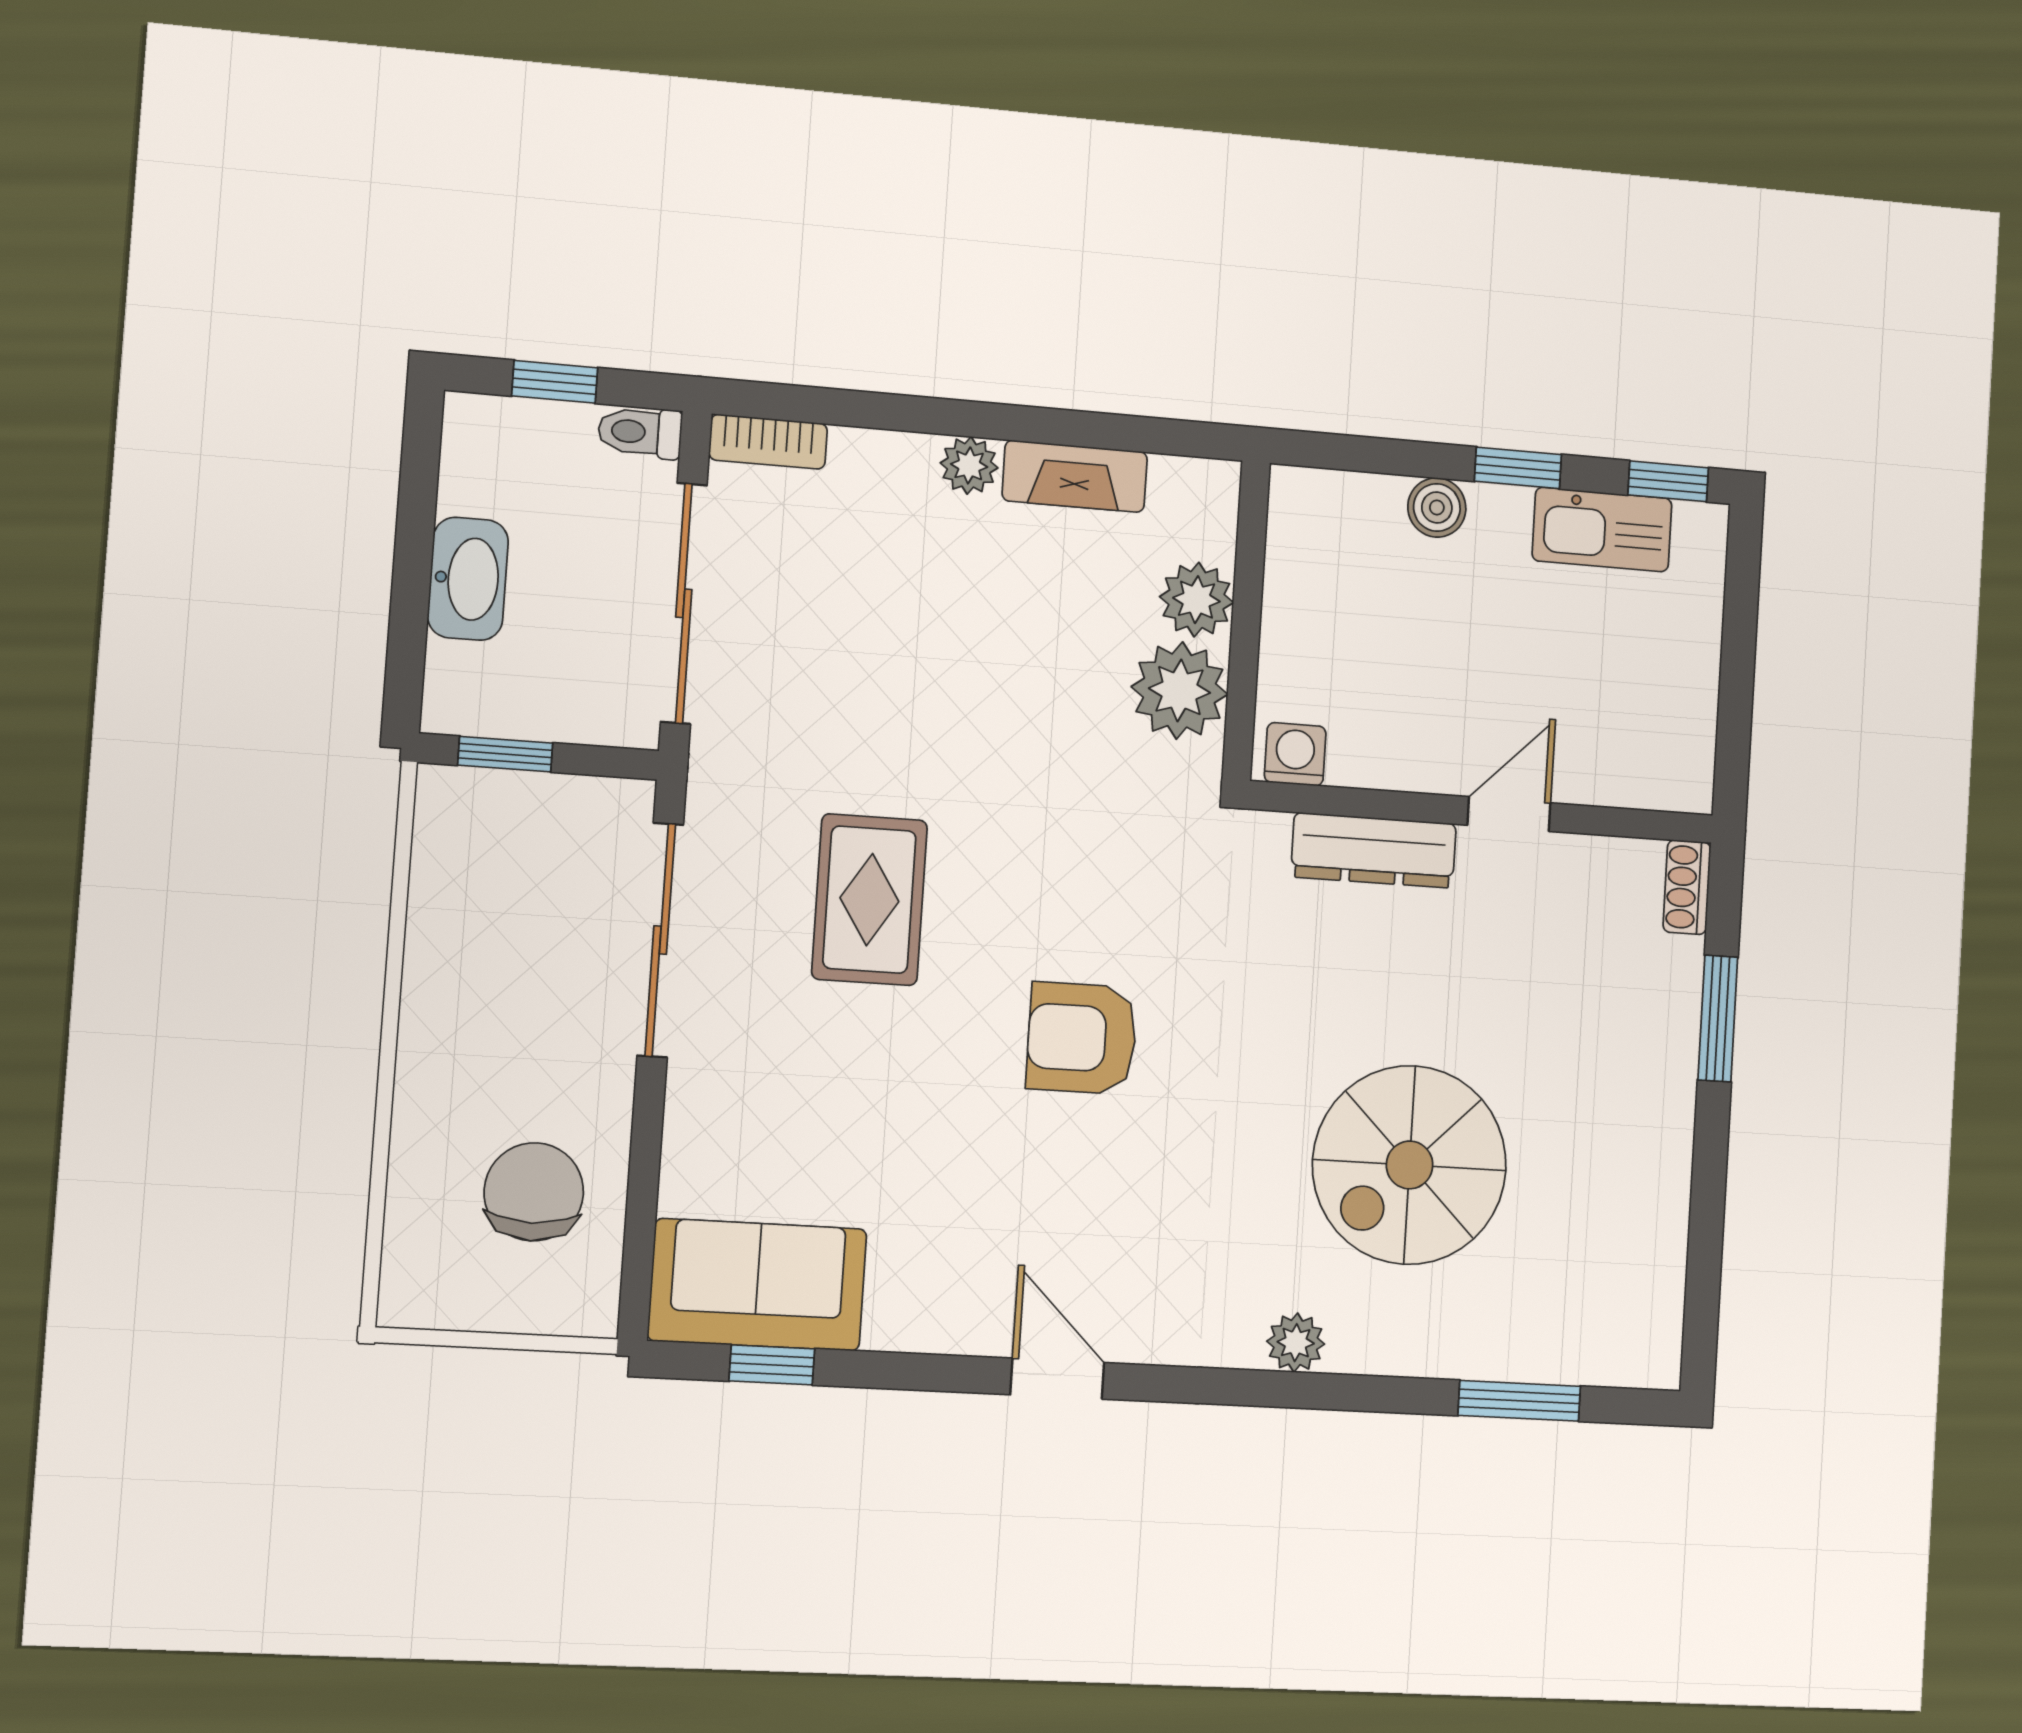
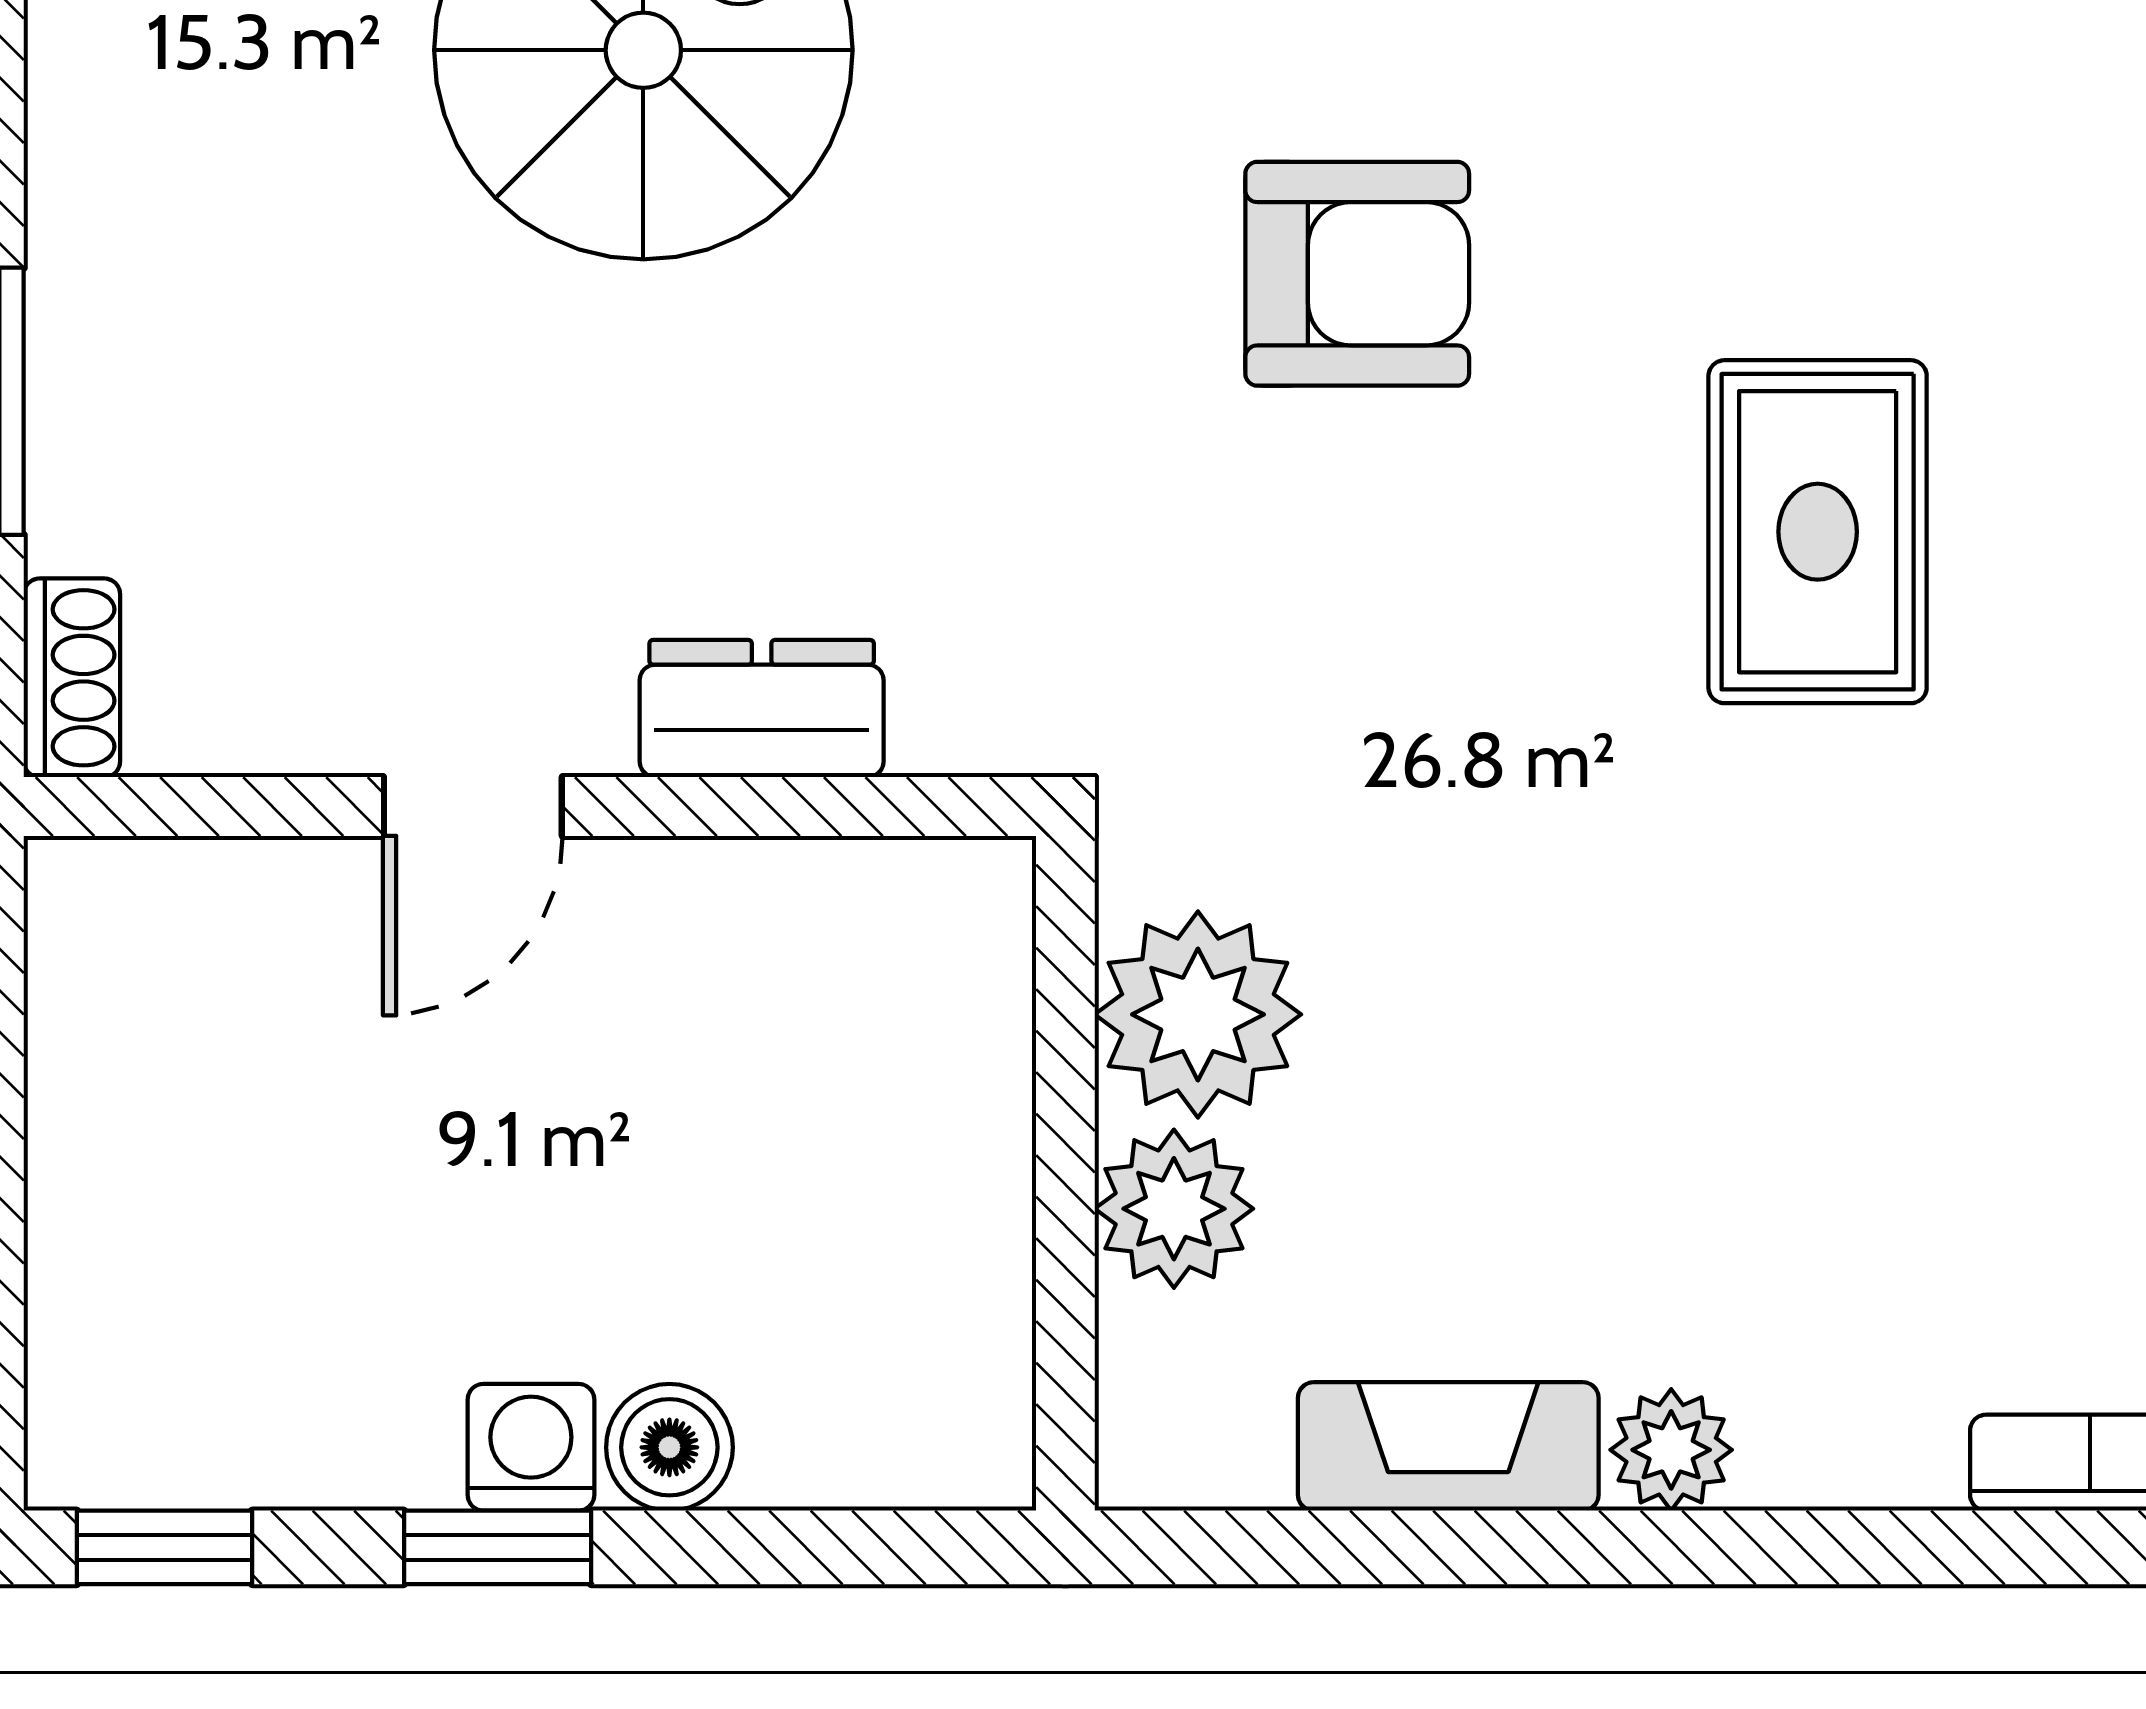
kitchen sink: (1602, 530) -> (305, 1431), removed
washing machine: (1295, 754) -> (531, 1447), moved, turned 180
dresser: (1374, 850) -> (762, 708), width x0.70

